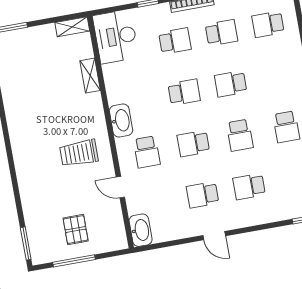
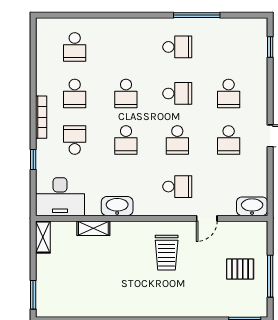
school desk: (221, 33) -> (75, 93), turned 180
school desk: (184, 92) -> (126, 140), turned 180
washbasin: (121, 120) -> (117, 206), moved

